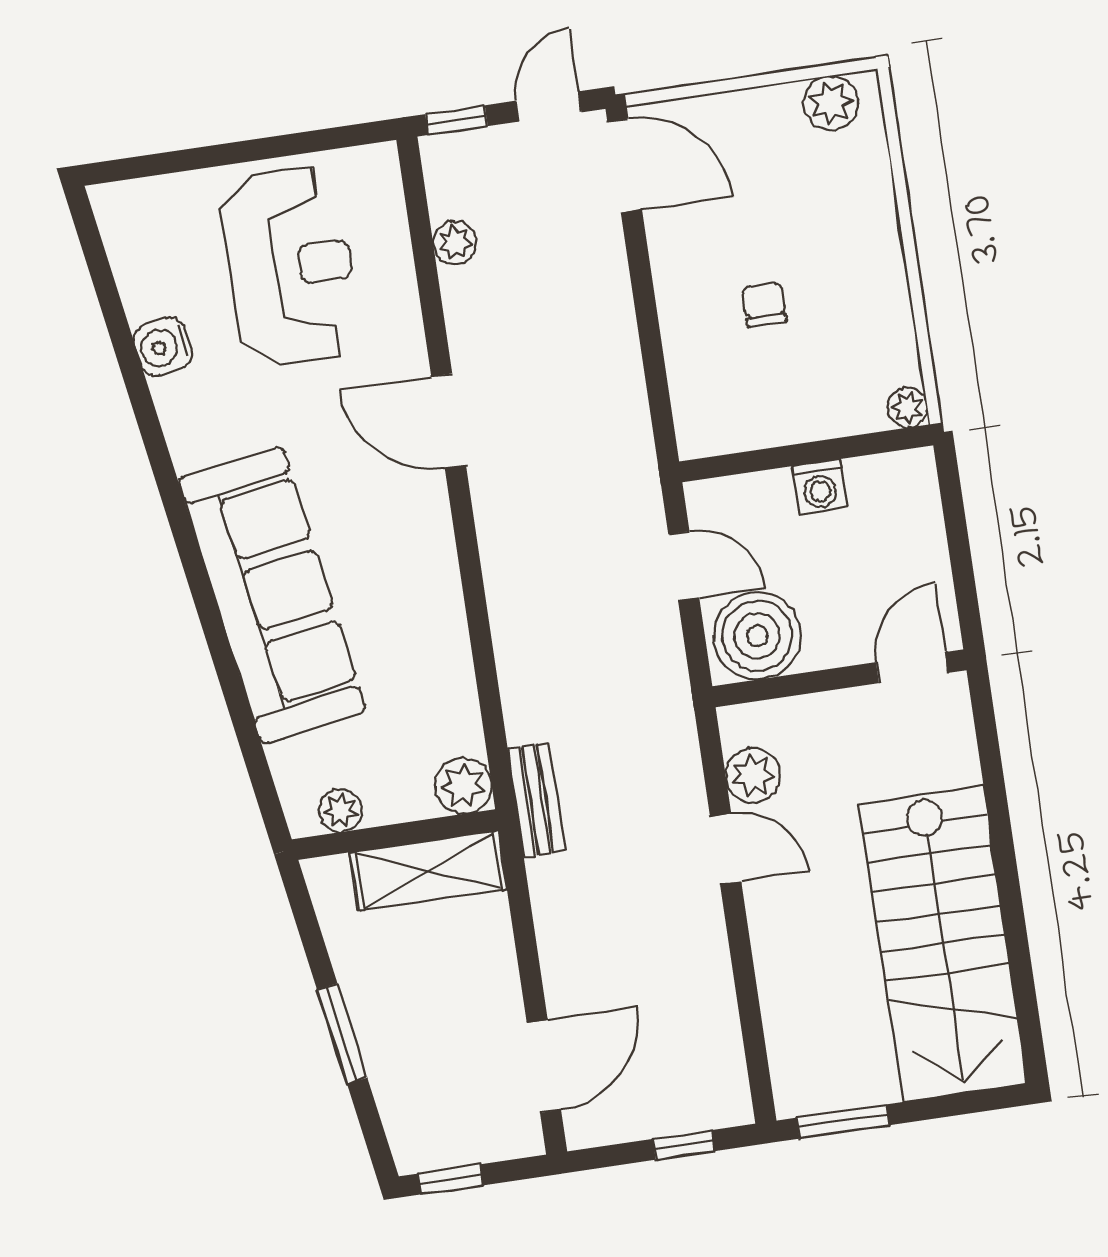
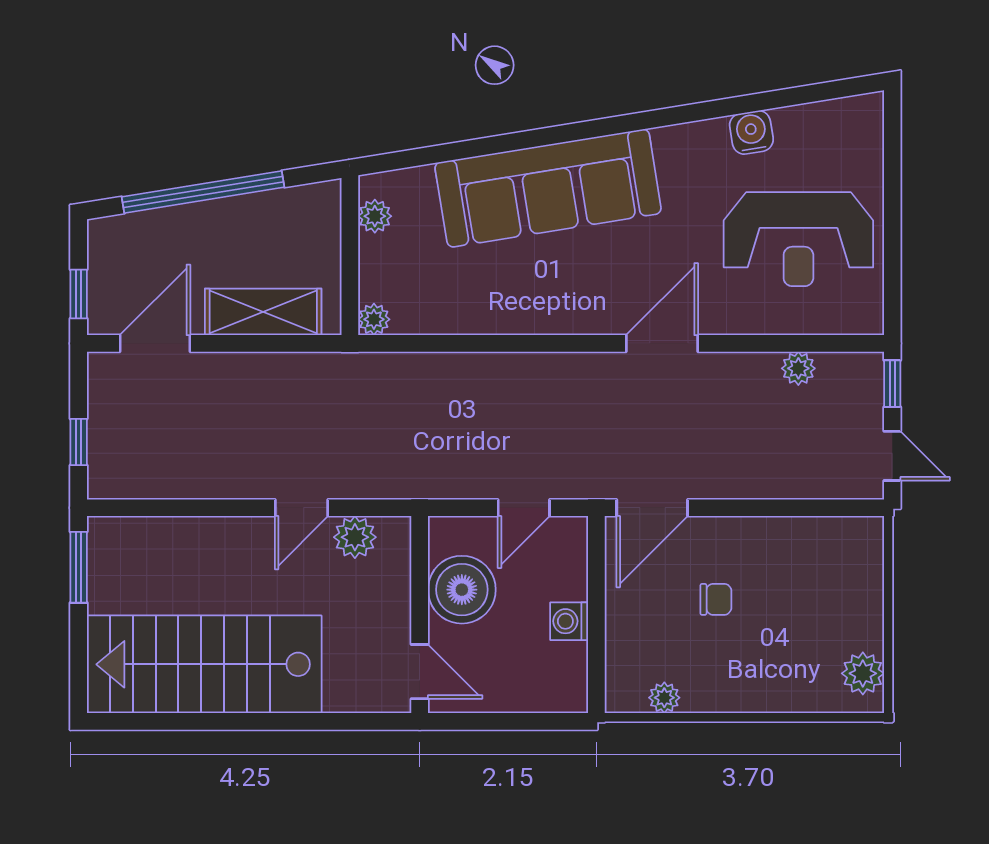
door: (625, 166) -> (652, 508), moved
plant: (908, 408) -> (664, 698), moved
boiler: (757, 636) -> (462, 590), moved
plant: (463, 786) -> (374, 319), width x0.73, depth x0.73
bench: (536, 800) -> (361, 368), removed
shelving: (428, 871) -> (263, 312), moved, turned 90
window: (342, 1034) -> (203, 192), width x2.11
door: (544, 1066) -> (155, 343), swing flipped
window: (450, 1179) -> (79, 294), moved

